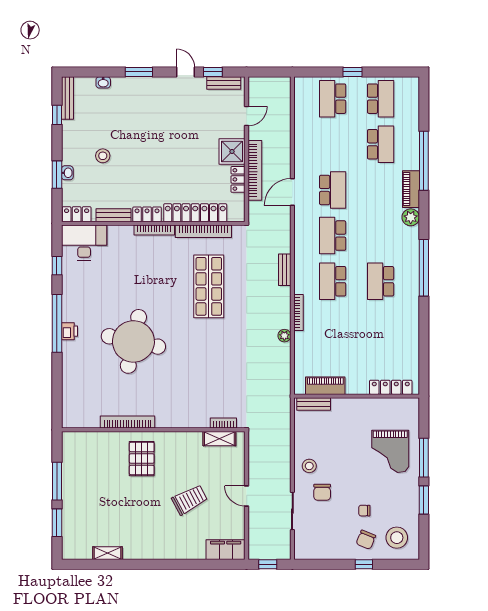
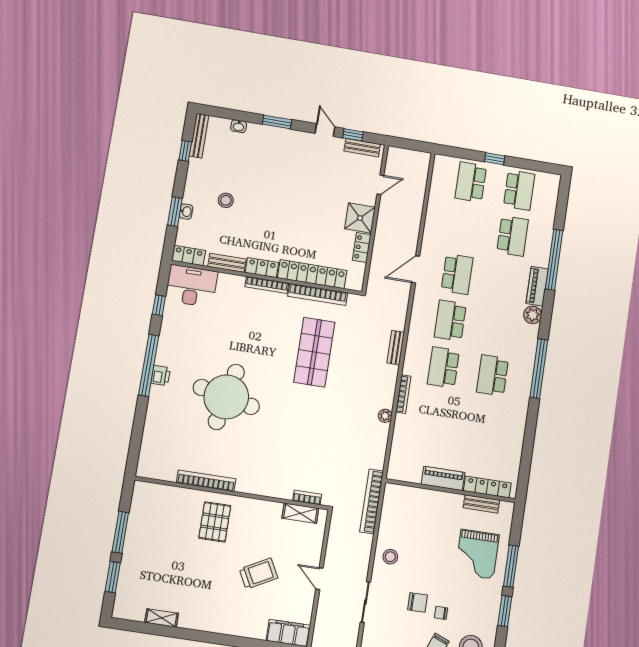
bookcase: (255, 170) -> (372, 501), moved, turned 180
piano: (325, 386) -> (443, 478), moved
bench: (314, 404) -> (481, 504), moved
chair: (322, 492) -> (418, 602), moved, turned -90

